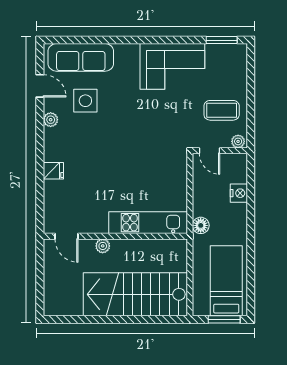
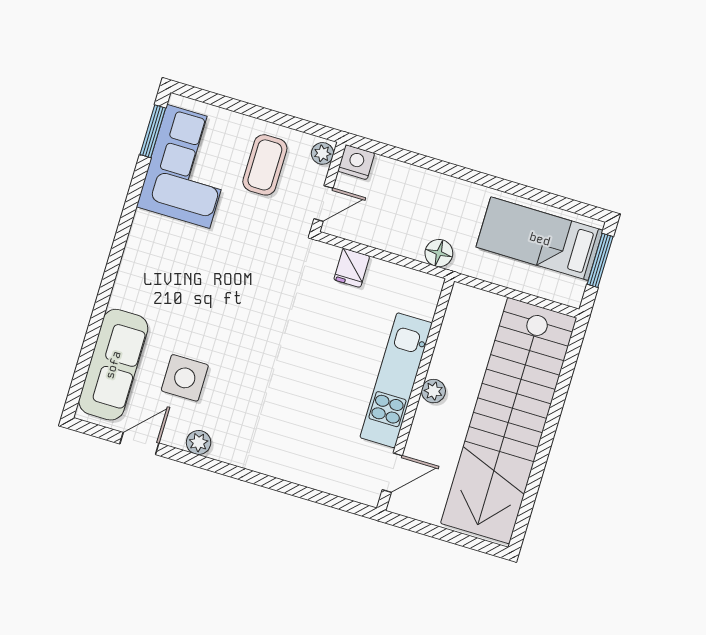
corner sofa: (172, 66) -> (188, 166), moved
fridge: (53, 171) -> (352, 268), moved, turned 180
nightstand: (239, 193) -> (356, 162), moved
kitchen unit: (148, 223) -> (396, 380), moved
plant: (103, 246) -> (433, 391), moved
stairs: (135, 294) -> (509, 421), width x1.36

